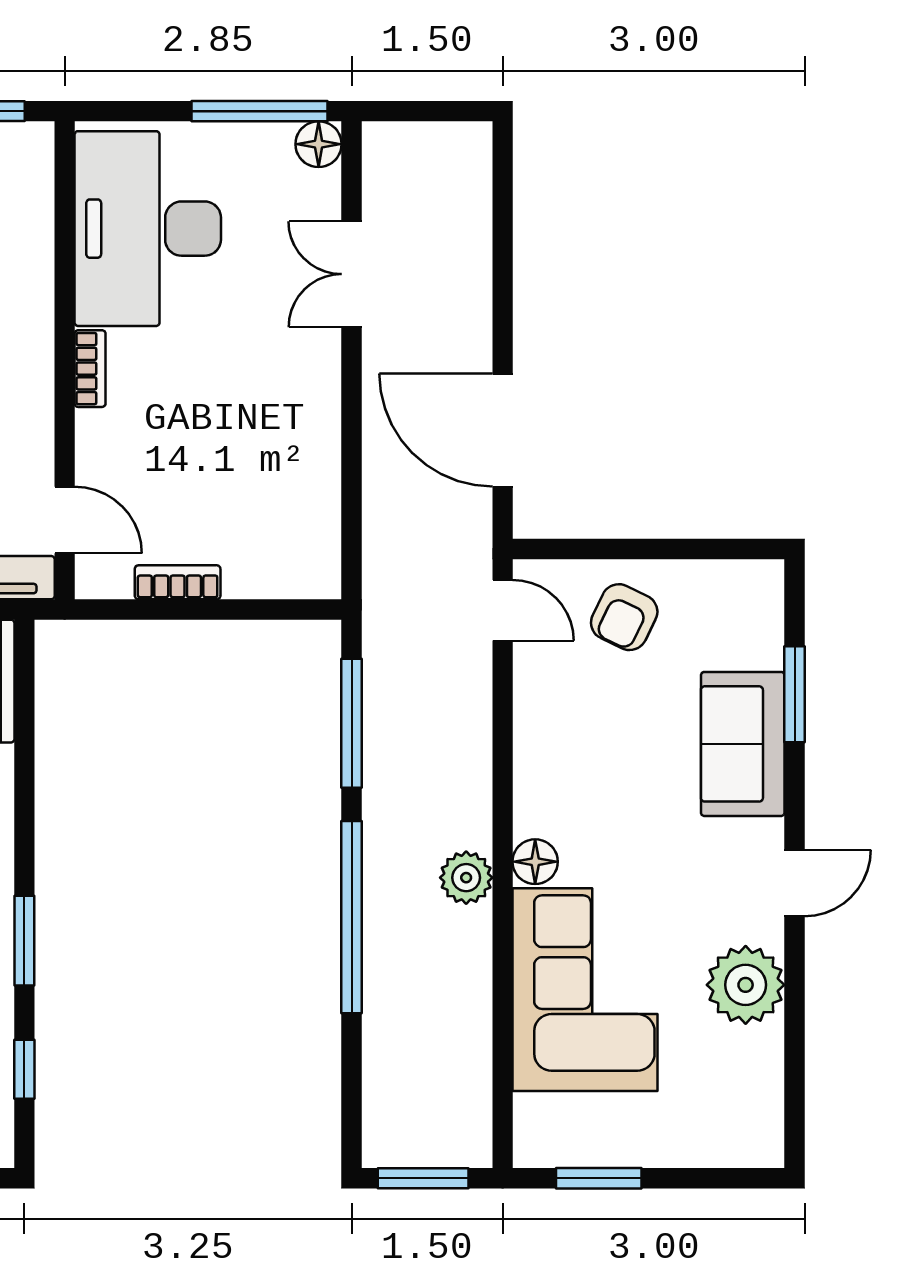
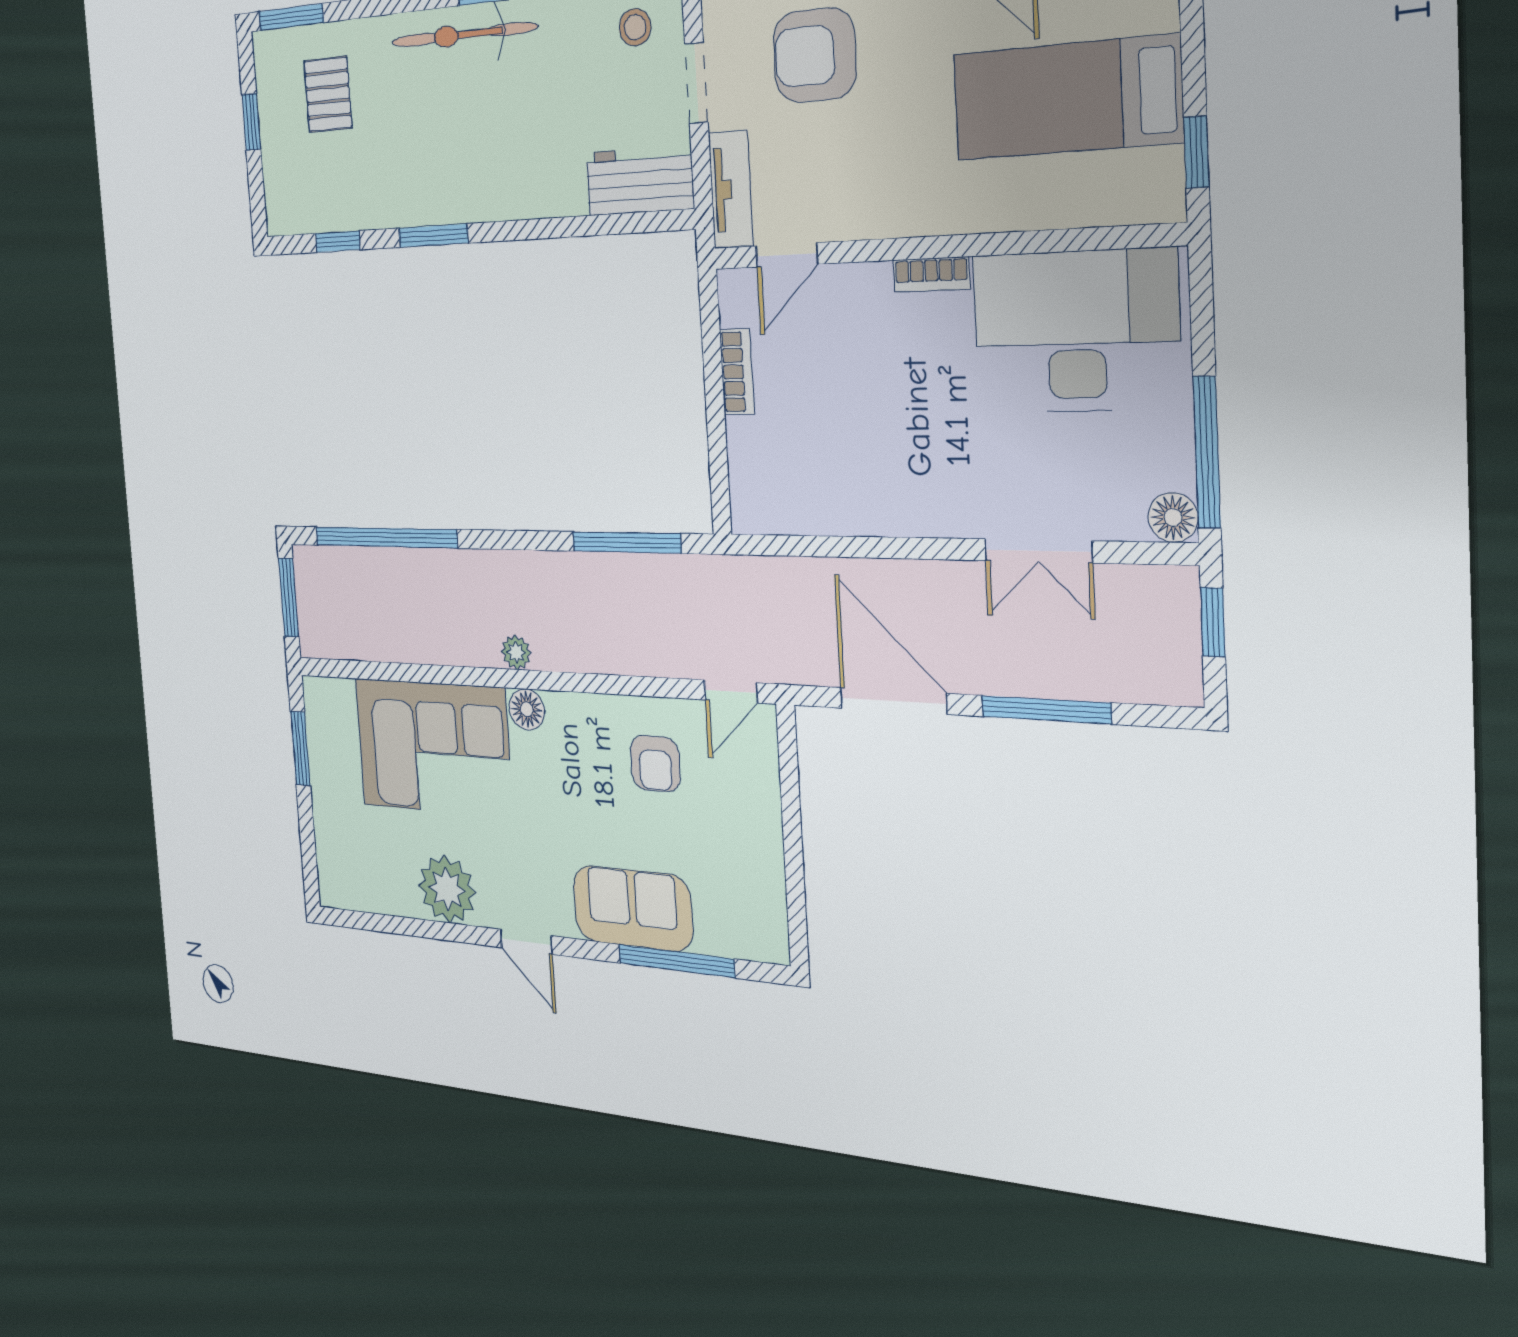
window: (413, 111) -> (1213, 622), added
window: (503, 273) -> (1046, 710), added
double door: (352, 274) -> (1038, 551), swing flipped
door: (503, 430) -> (893, 701), hinge flipped
armchair: (624, 617) -> (655, 764), moved, turned -116
window: (795, 694) -> (676, 961), width x1.44
plant: (466, 878) -> (516, 652), width x0.73, depth x0.73
window: (352, 917) -> (386, 537), moved

